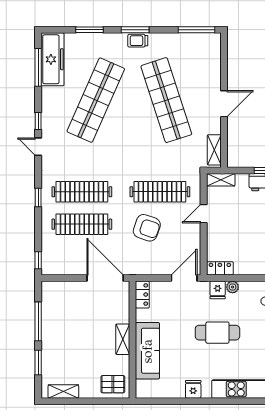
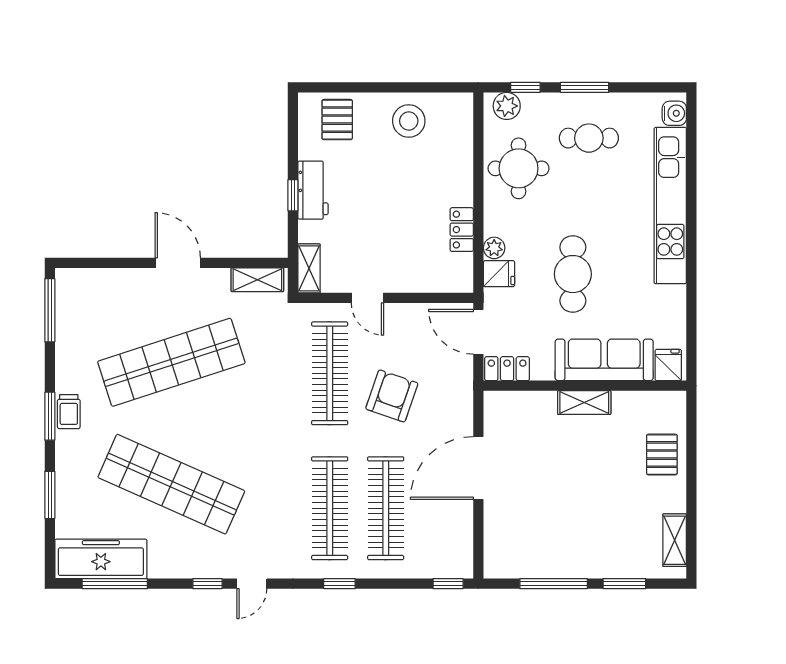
locker: (220, 268) -> (462, 230), moved
locker: (142, 295) -> (507, 369), moved
shelving: (123, 339) -> (584, 403), moved
wall: (132, 340) -> (585, 386), moved
sofa: (147, 351) -> (604, 360), moved
fridge: (193, 389) -> (668, 365), moved, turned 90

